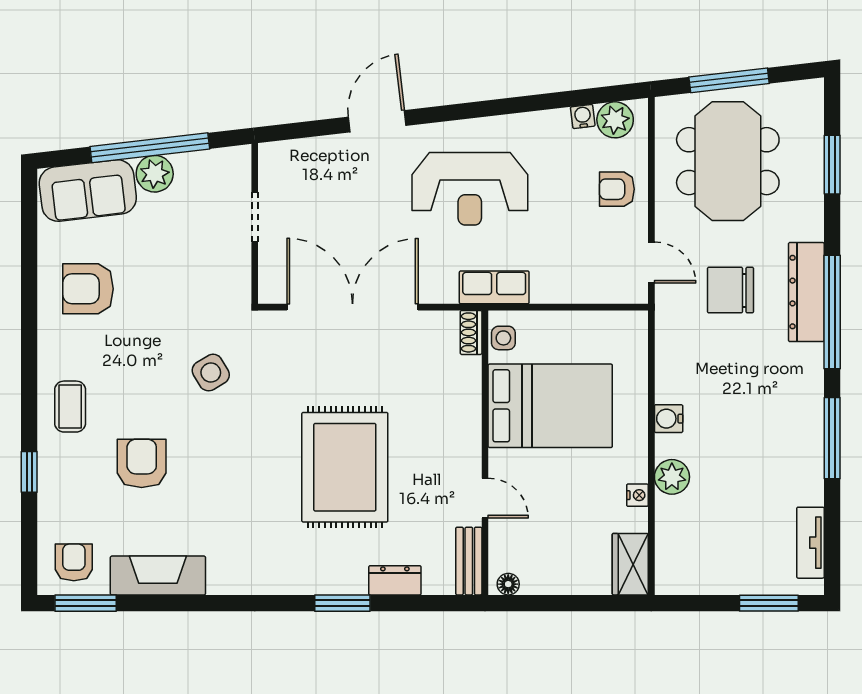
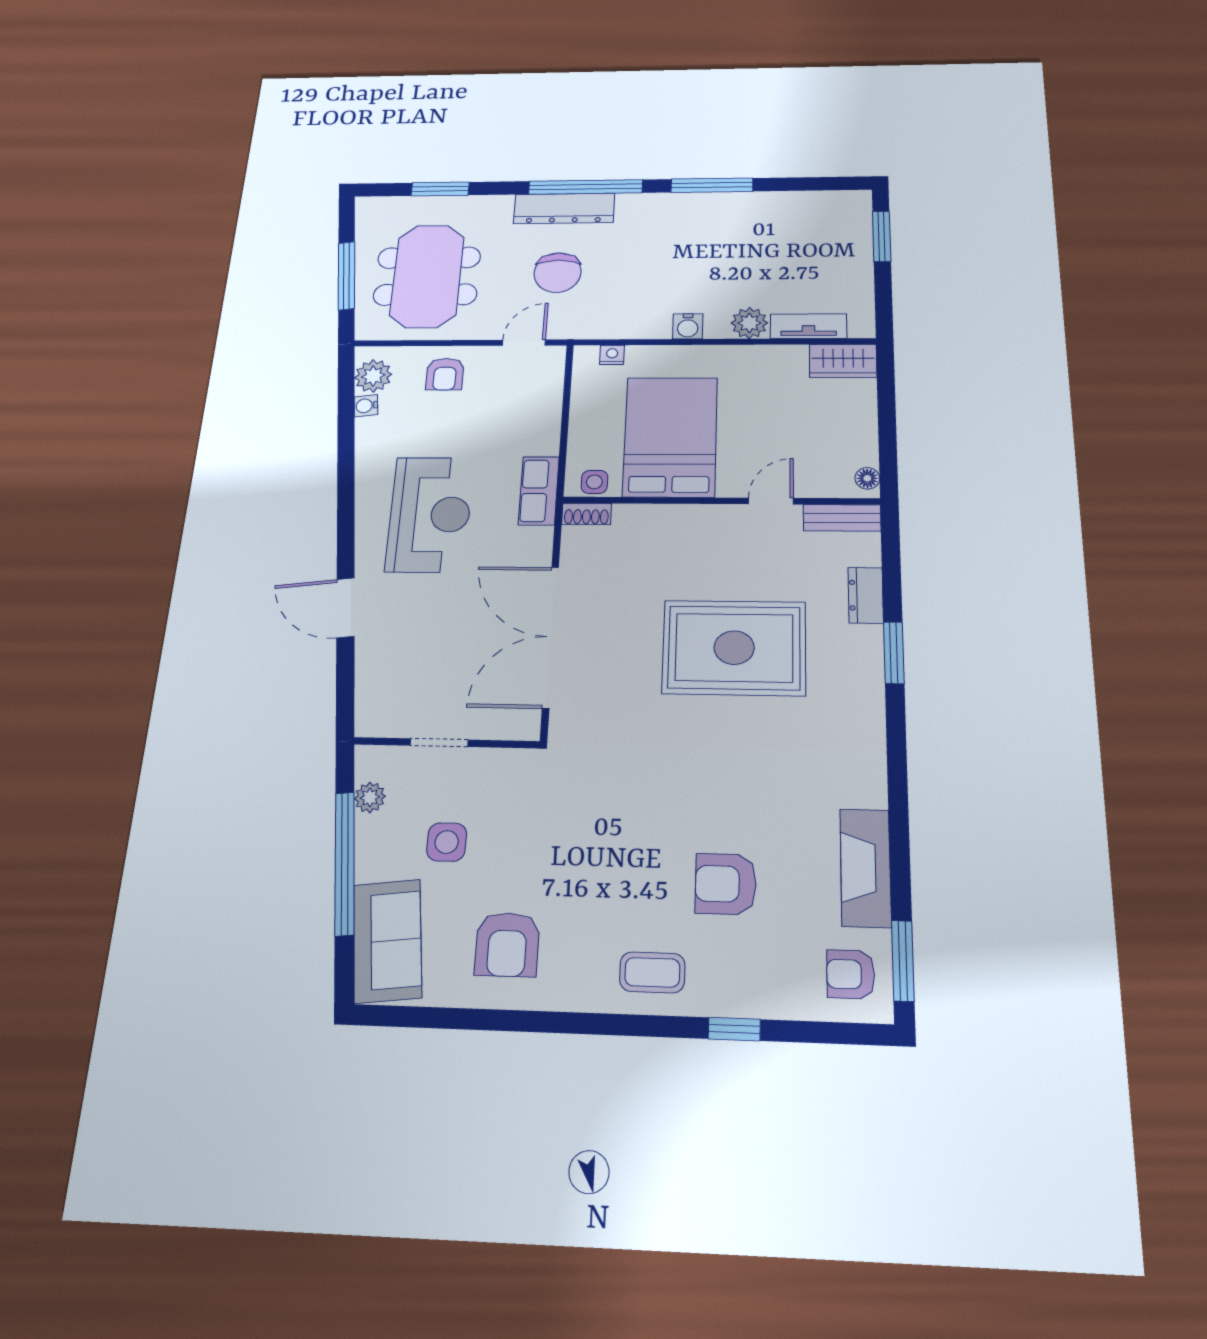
meeting table: (728, 161) -> (427, 276), turned 90
plant: (155, 174) -> (370, 797), moved, width x0.73, depth x0.73
side table: (211, 373) -> (447, 842), moved, turned 31
nightstand: (637, 495) -> (612, 355), moved
tv unit: (810, 543) -> (809, 326), moved, turned 180

